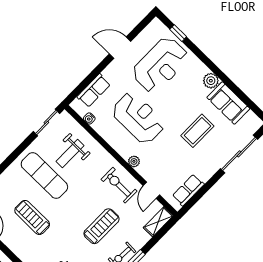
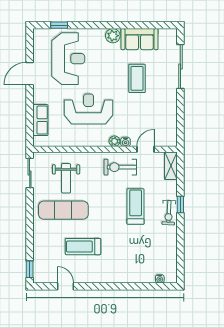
water cooler: (89, 118) -> (126, 142), moved
door: (151, 190) -> (145, 149), swing flipped
row of seats: (188, 190) -> (170, 125), removed

